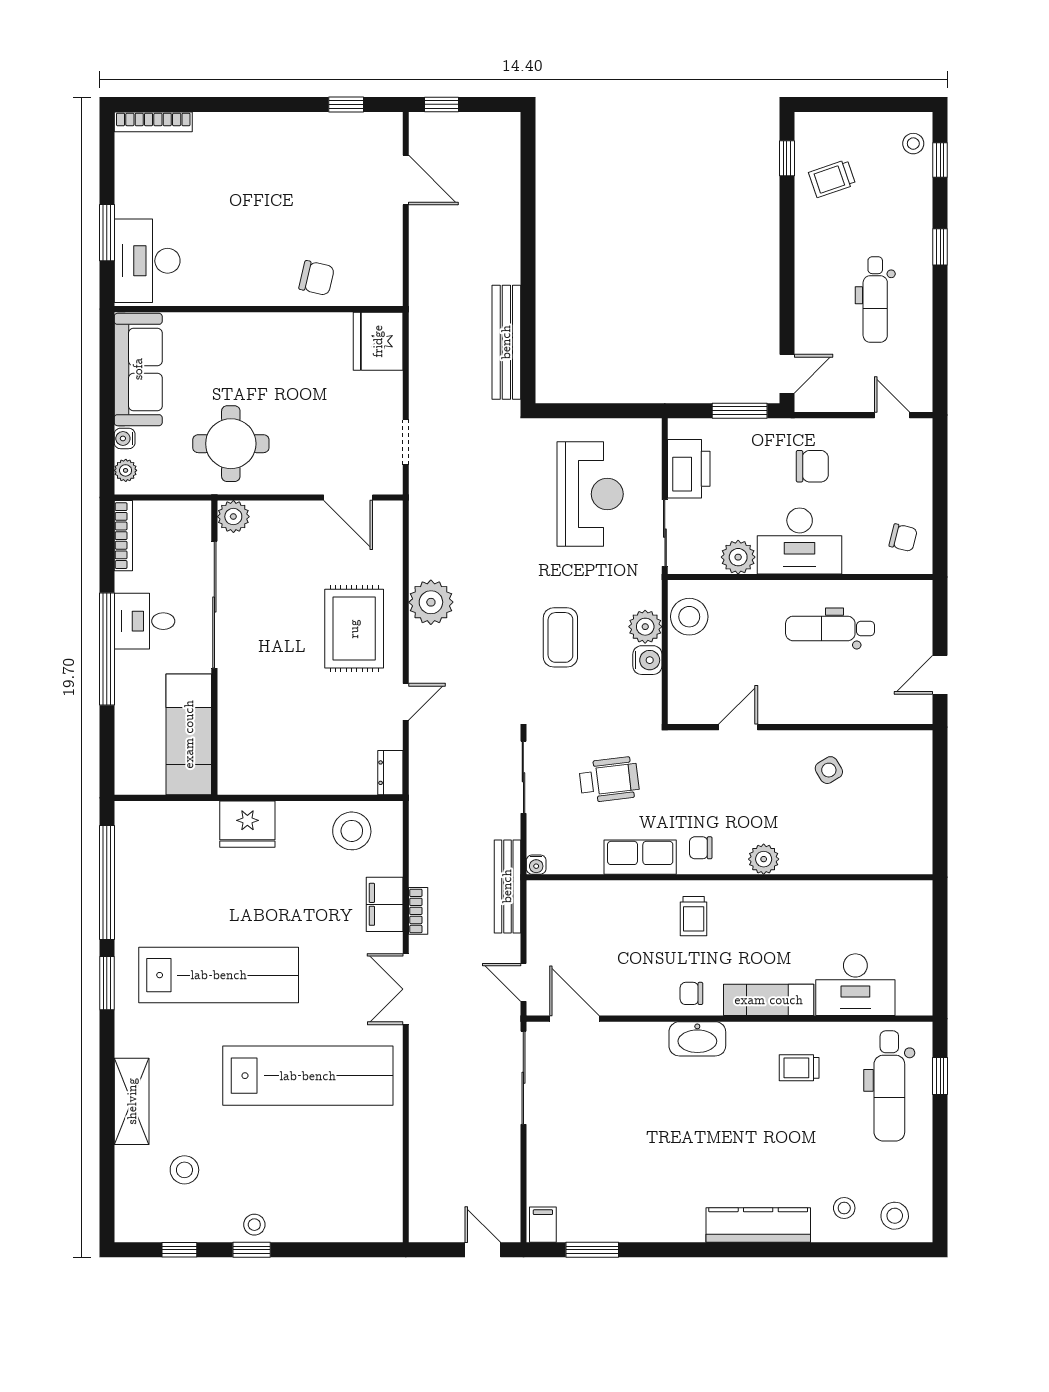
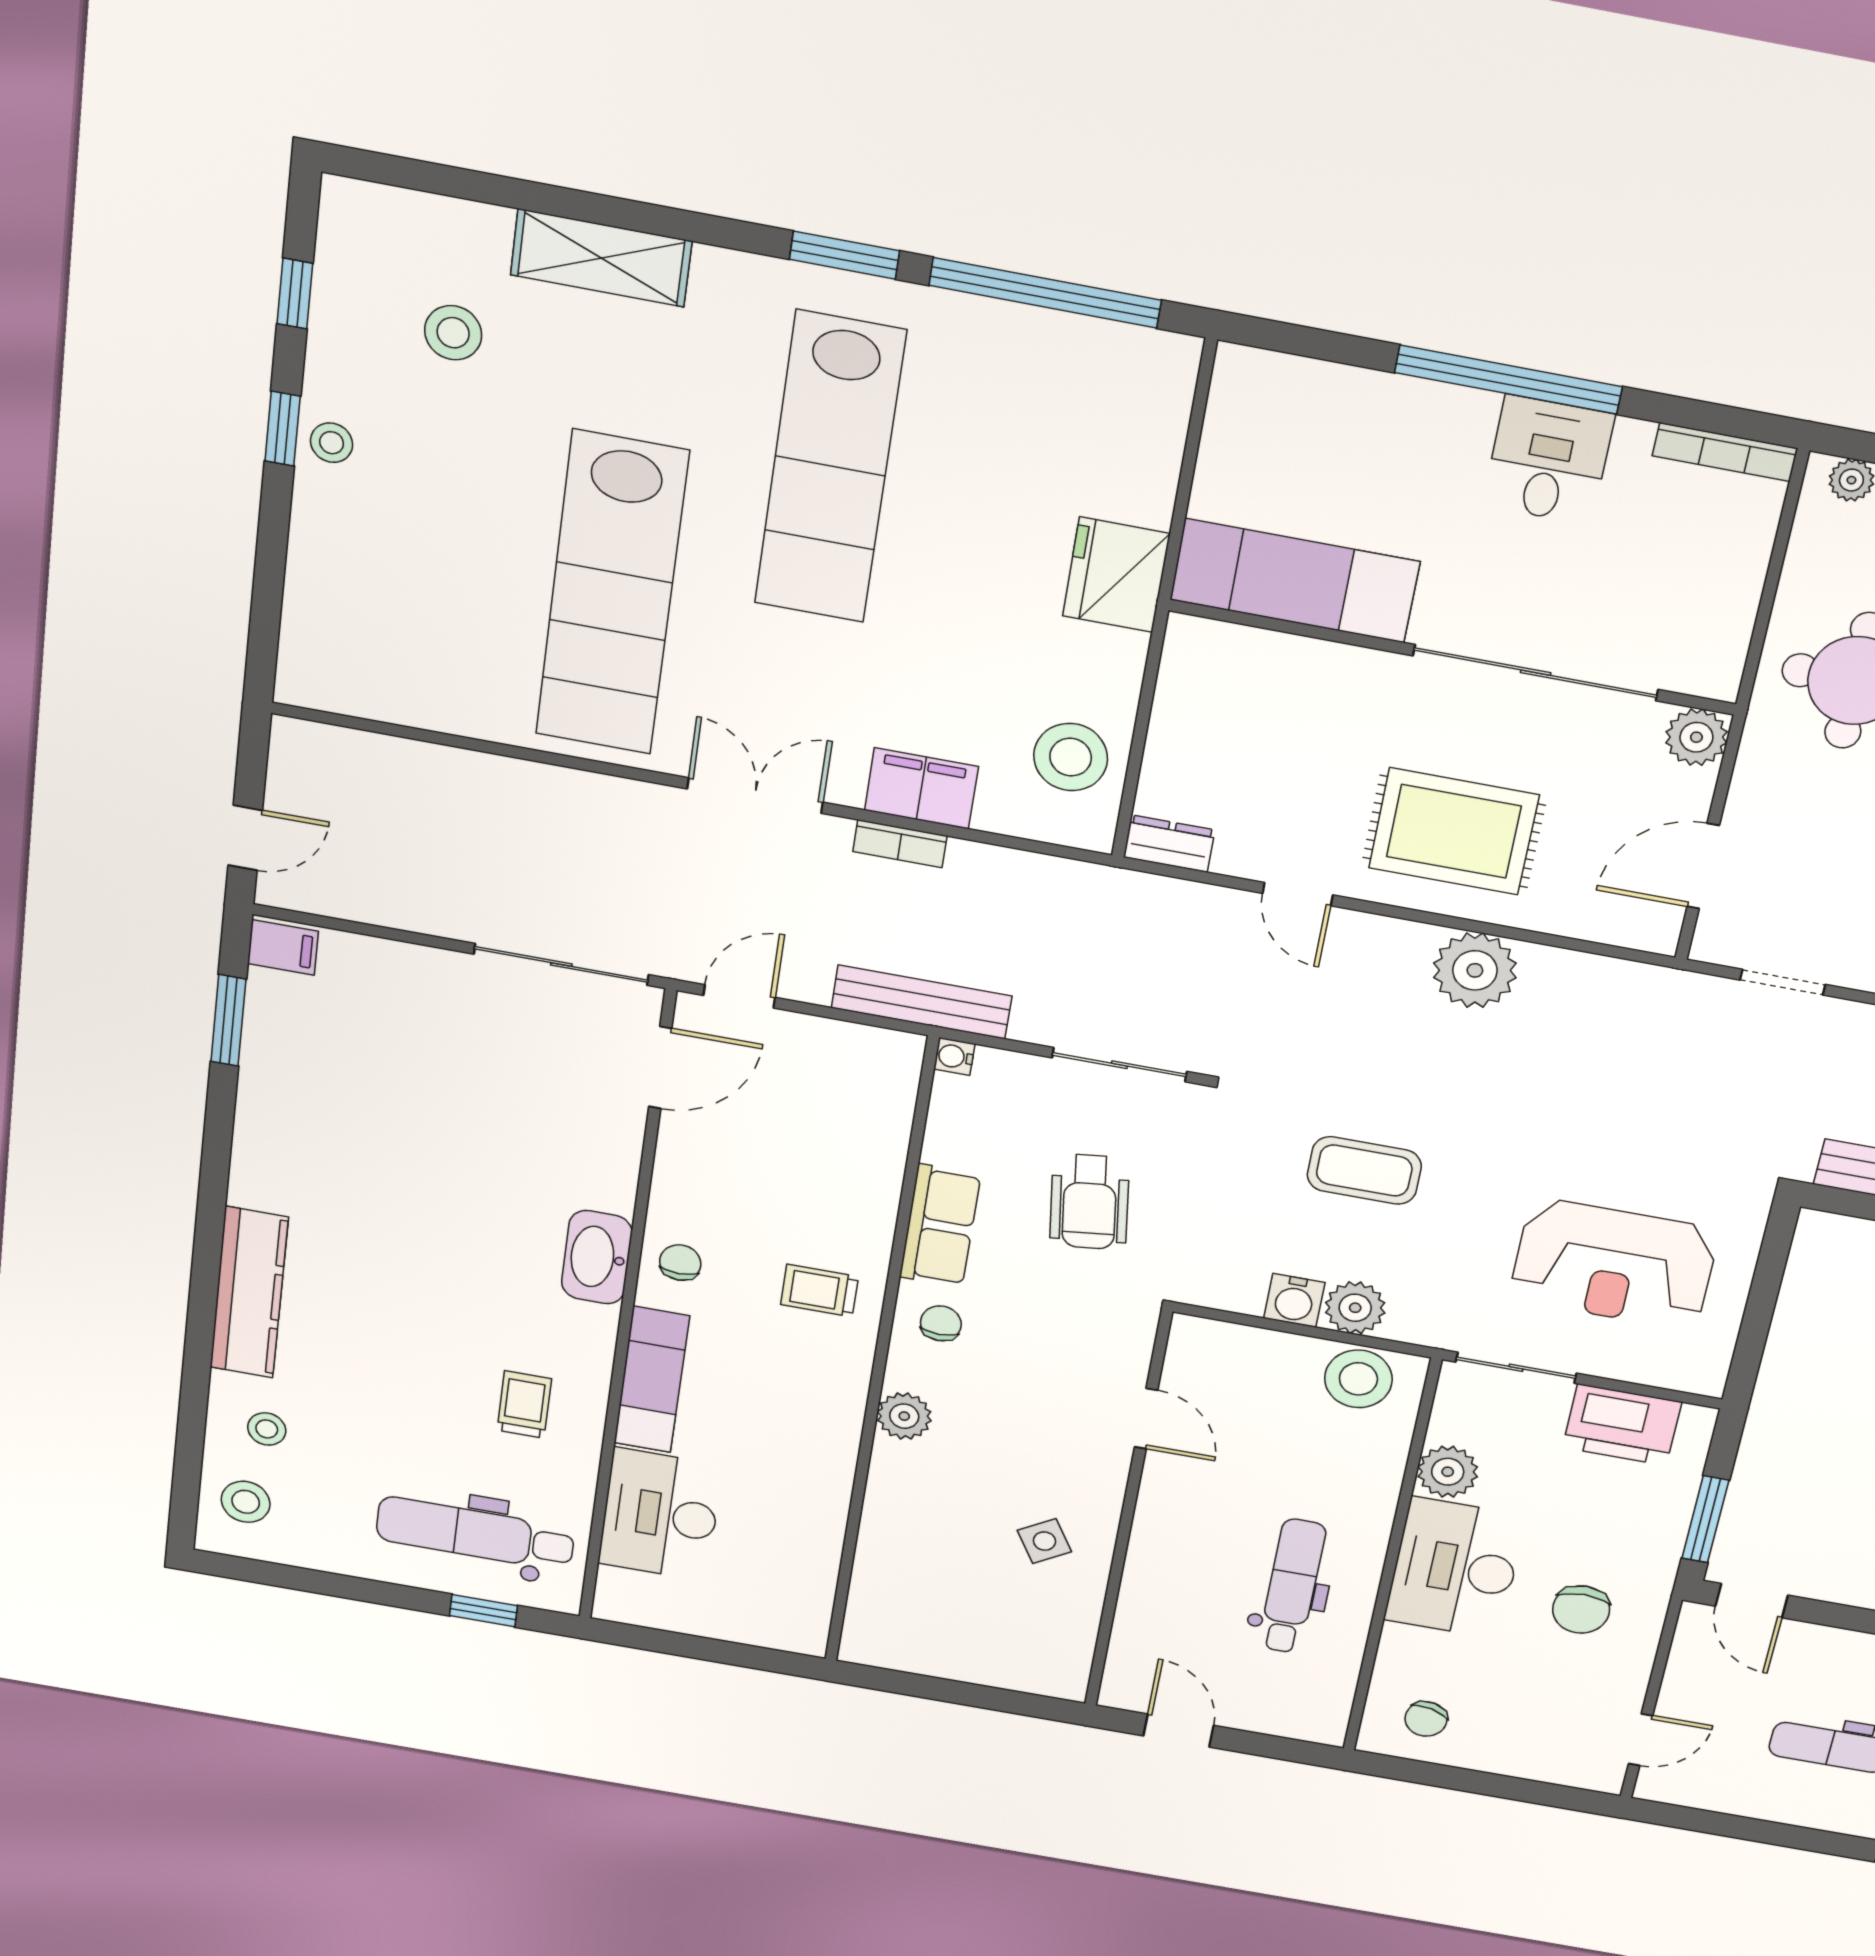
plant: (233, 517) -> (1696, 737), moved
sliding door: (214, 605) -> (1536, 673), moved
wall: (214, 648) -> (1453, 657), moved
exam couch: (189, 734) -> (1295, 581), moved

